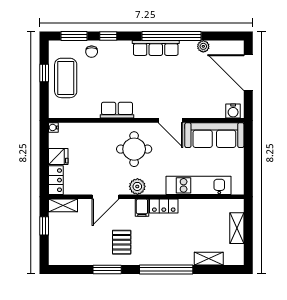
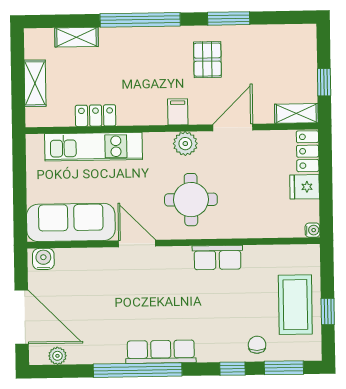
plant: (203, 46) -> (57, 356), moved
locker: (164, 206) -> (96, 116), moved

